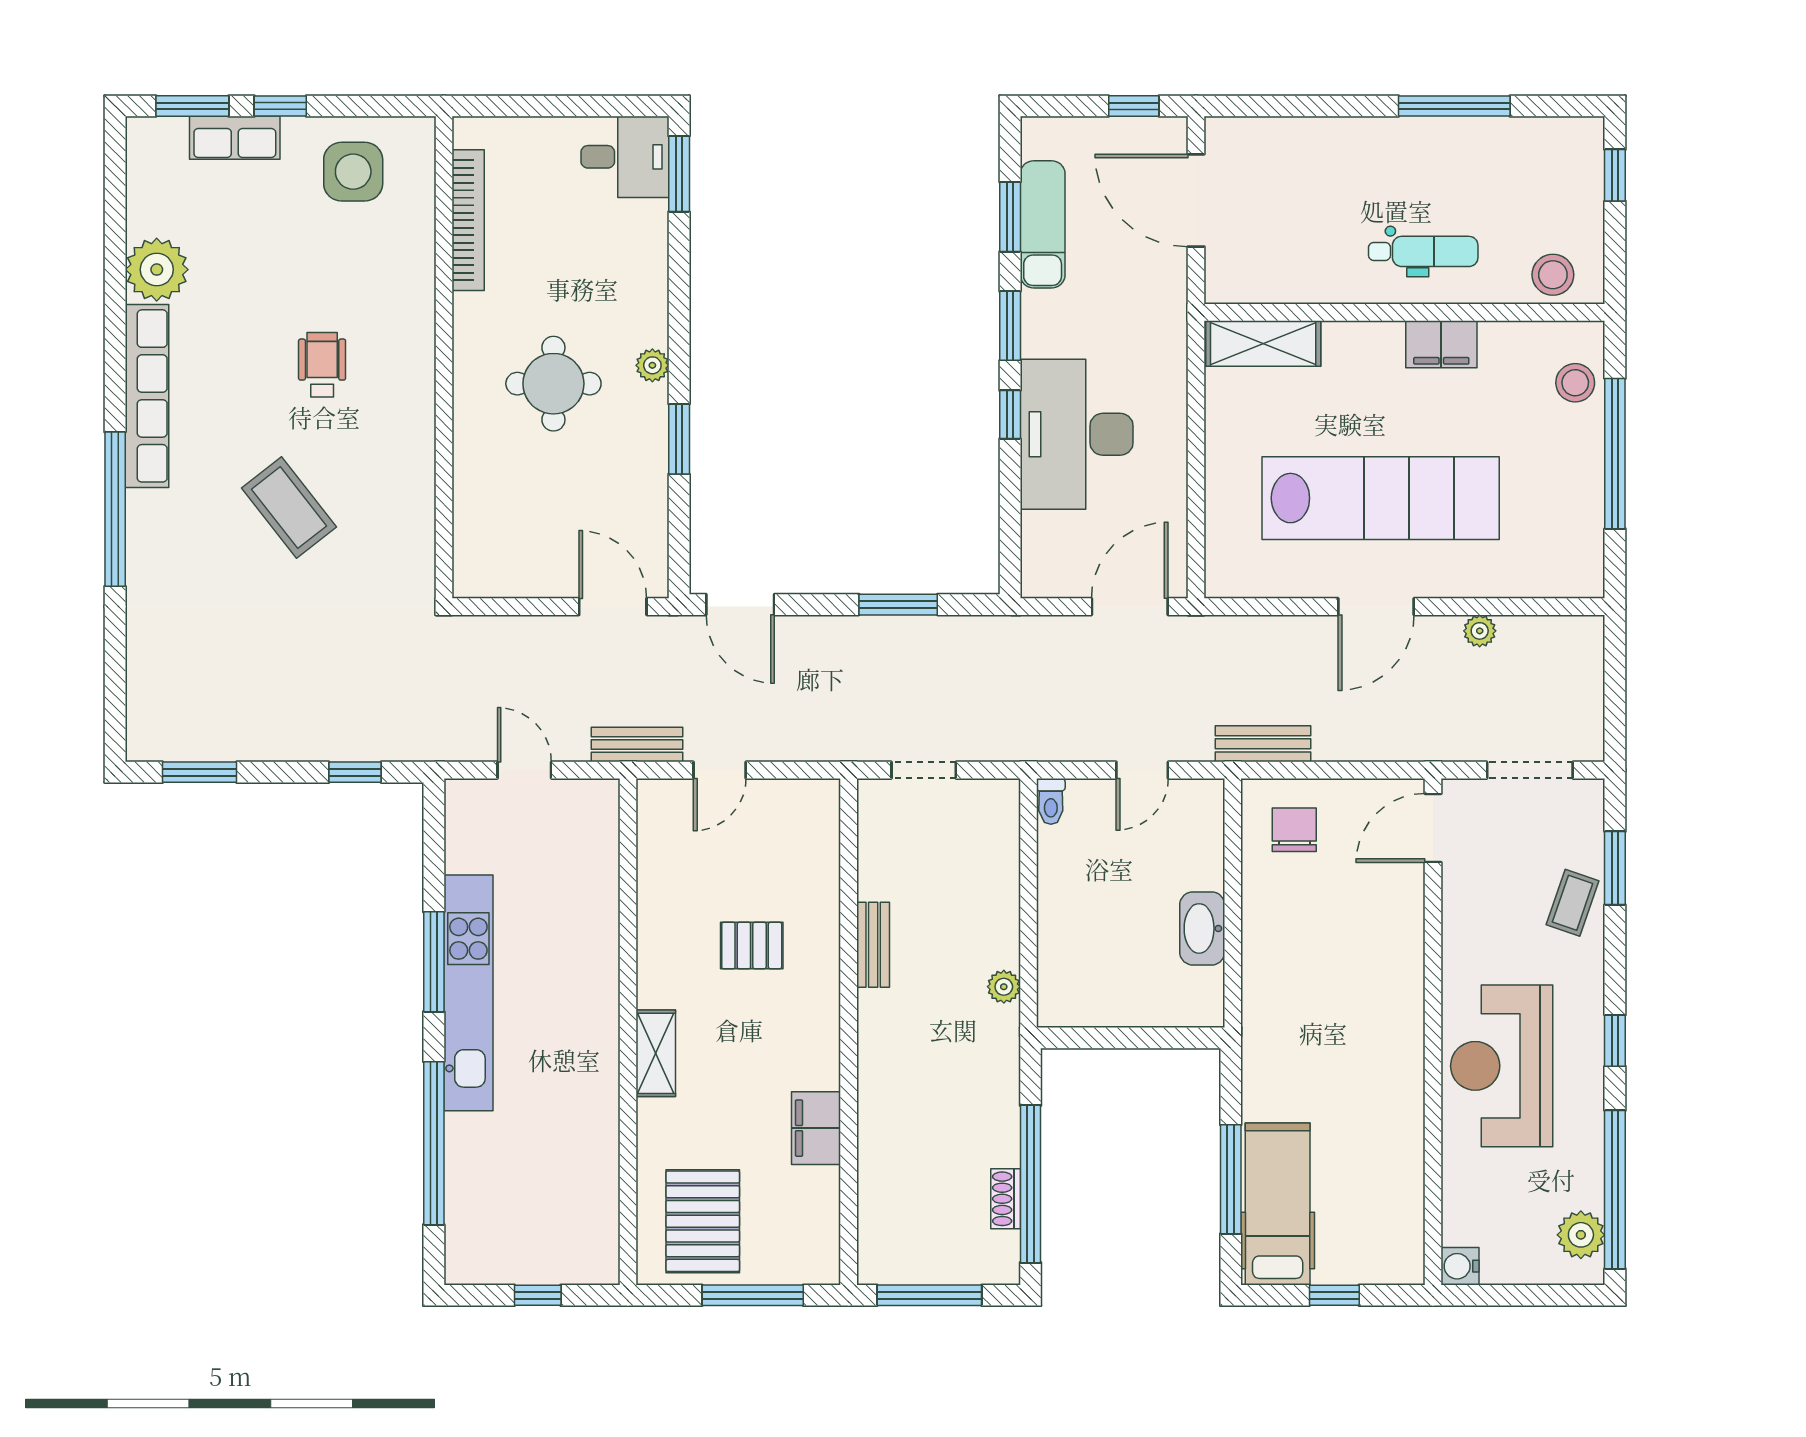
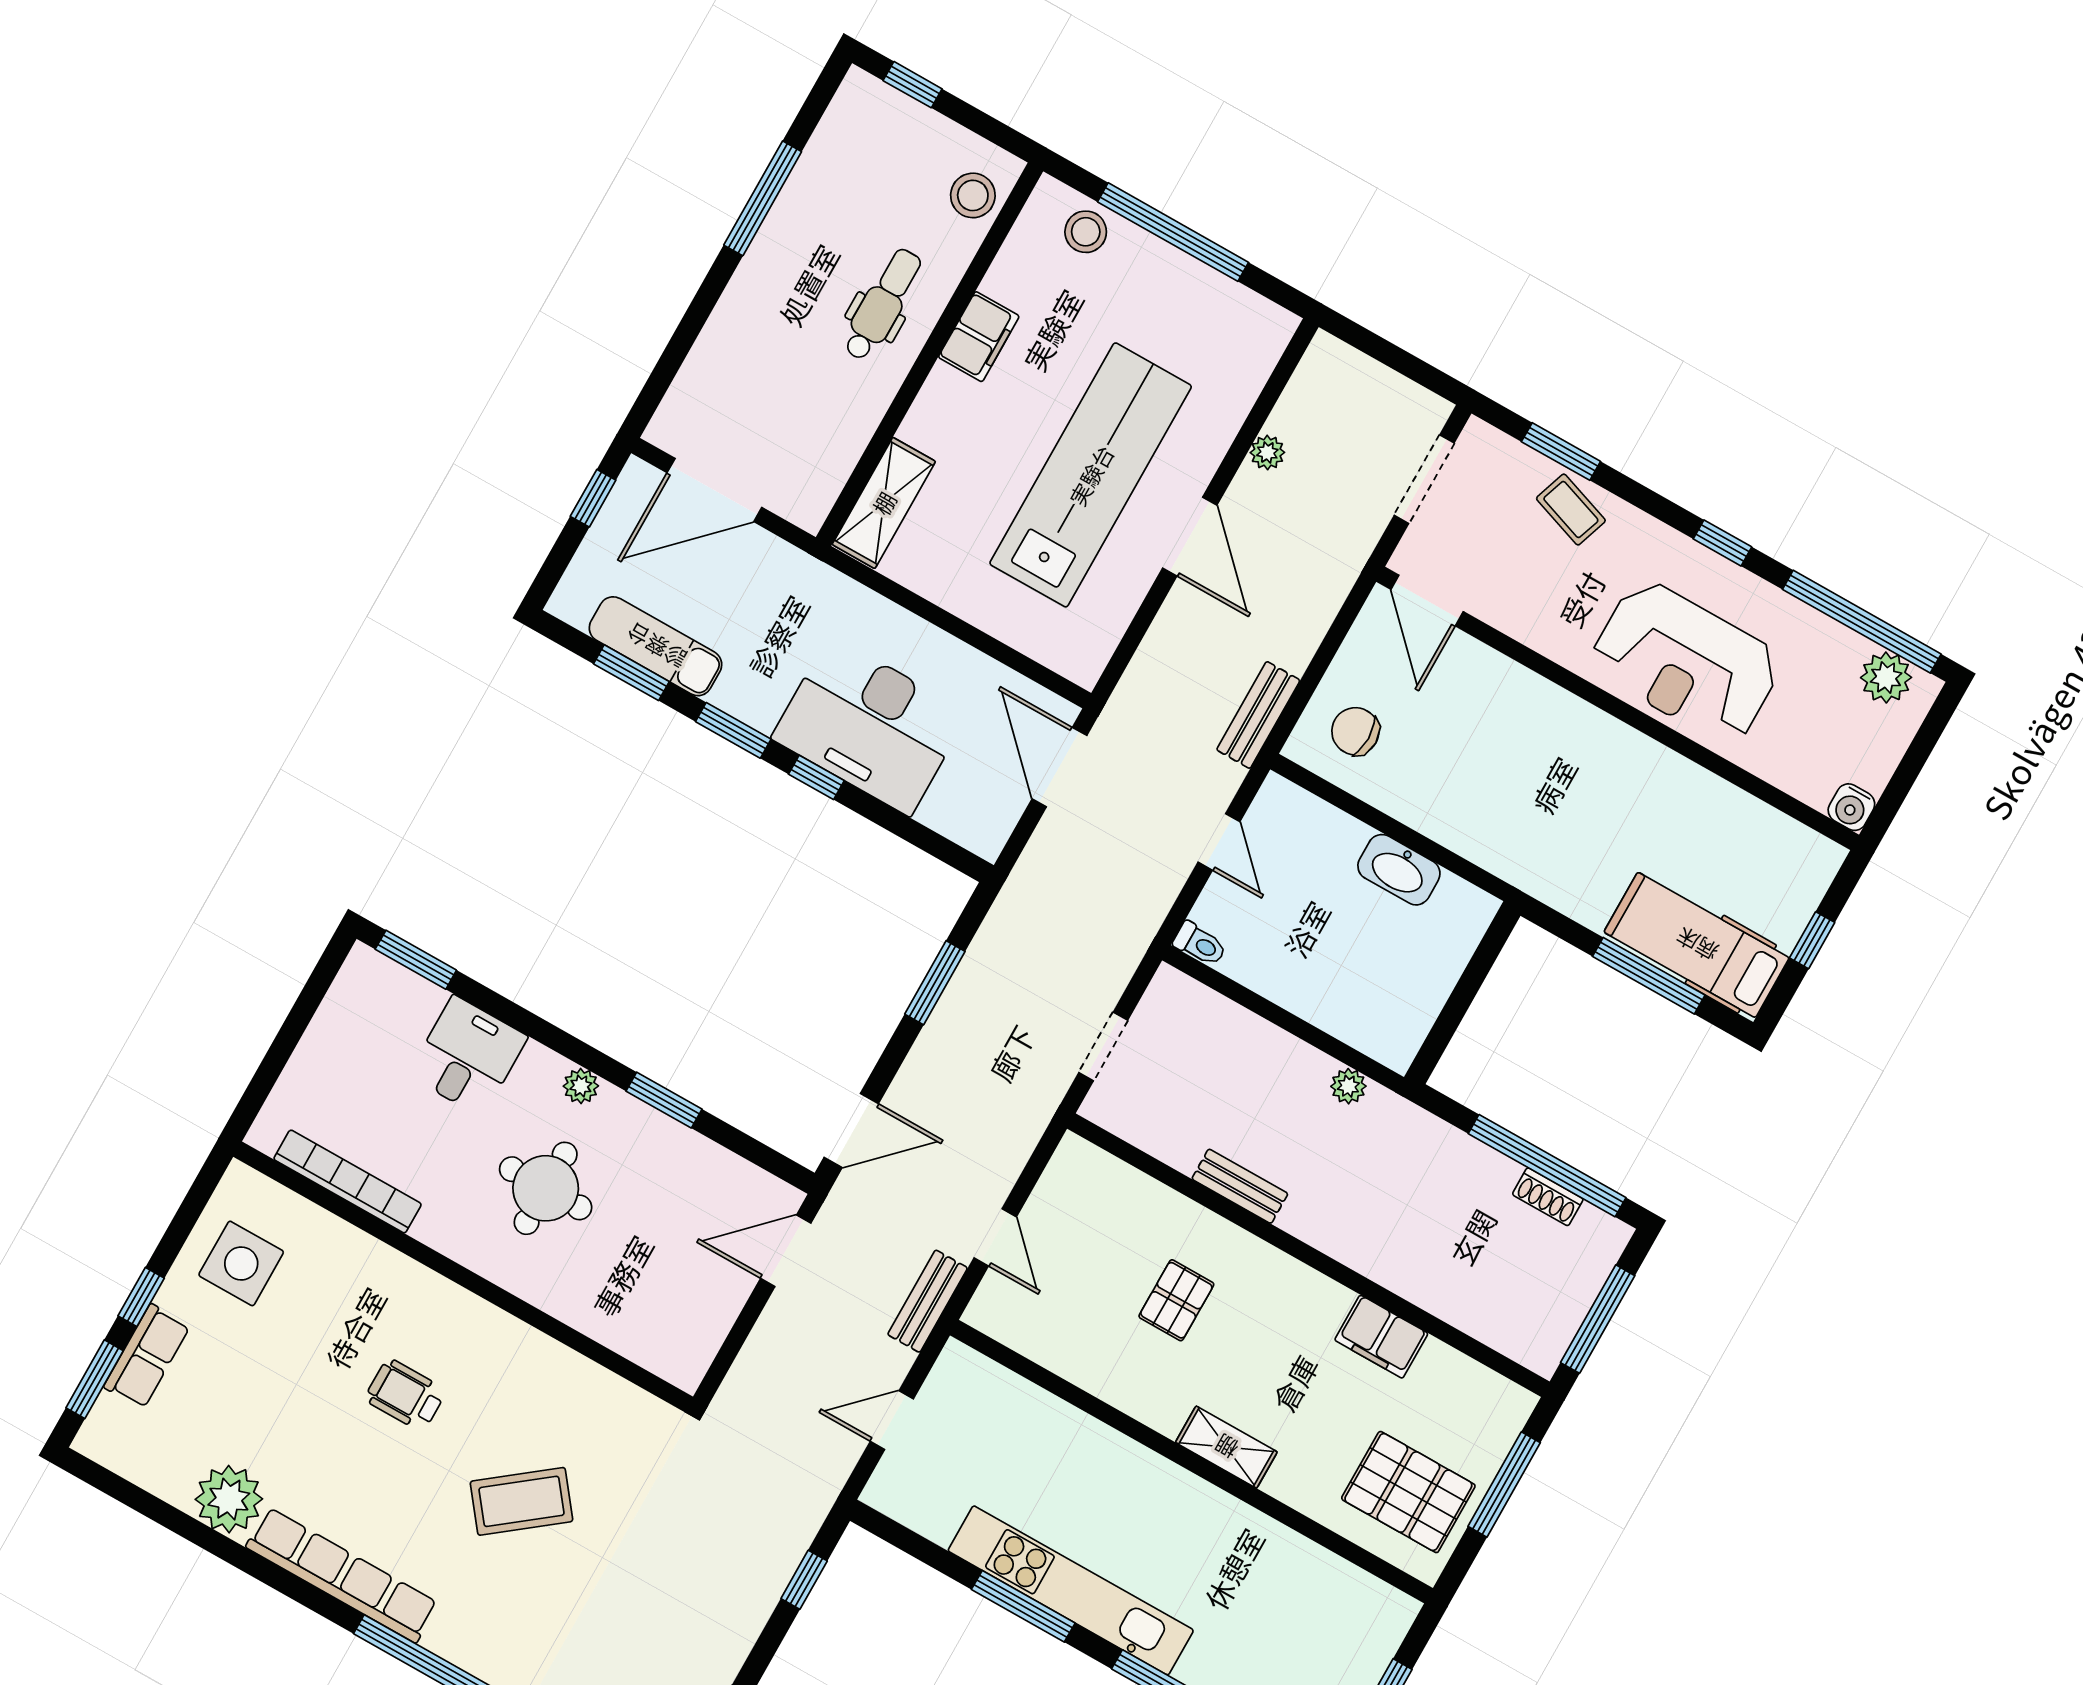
desk: (625, 157) -> (468, 1056), moved

